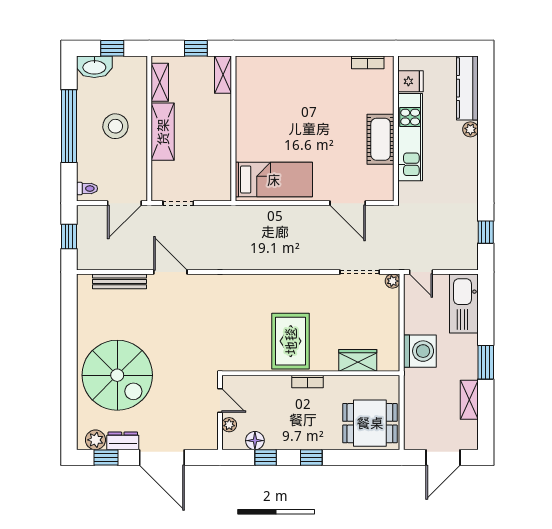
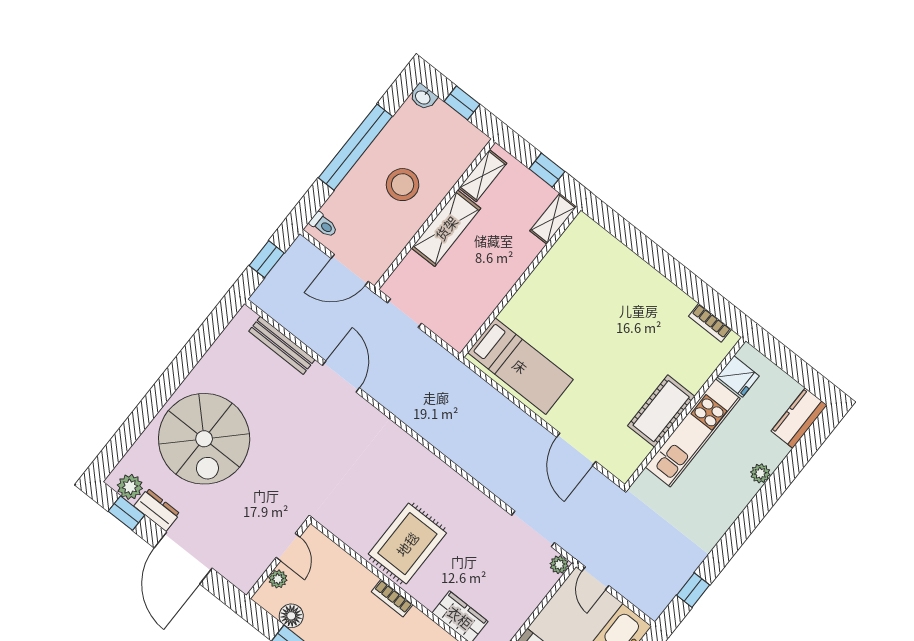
washbasin: (94, 67) -> (423, 97), width x0.52, depth x0.69
kitchen counter: (467, 88) -> (799, 418), width x0.67

